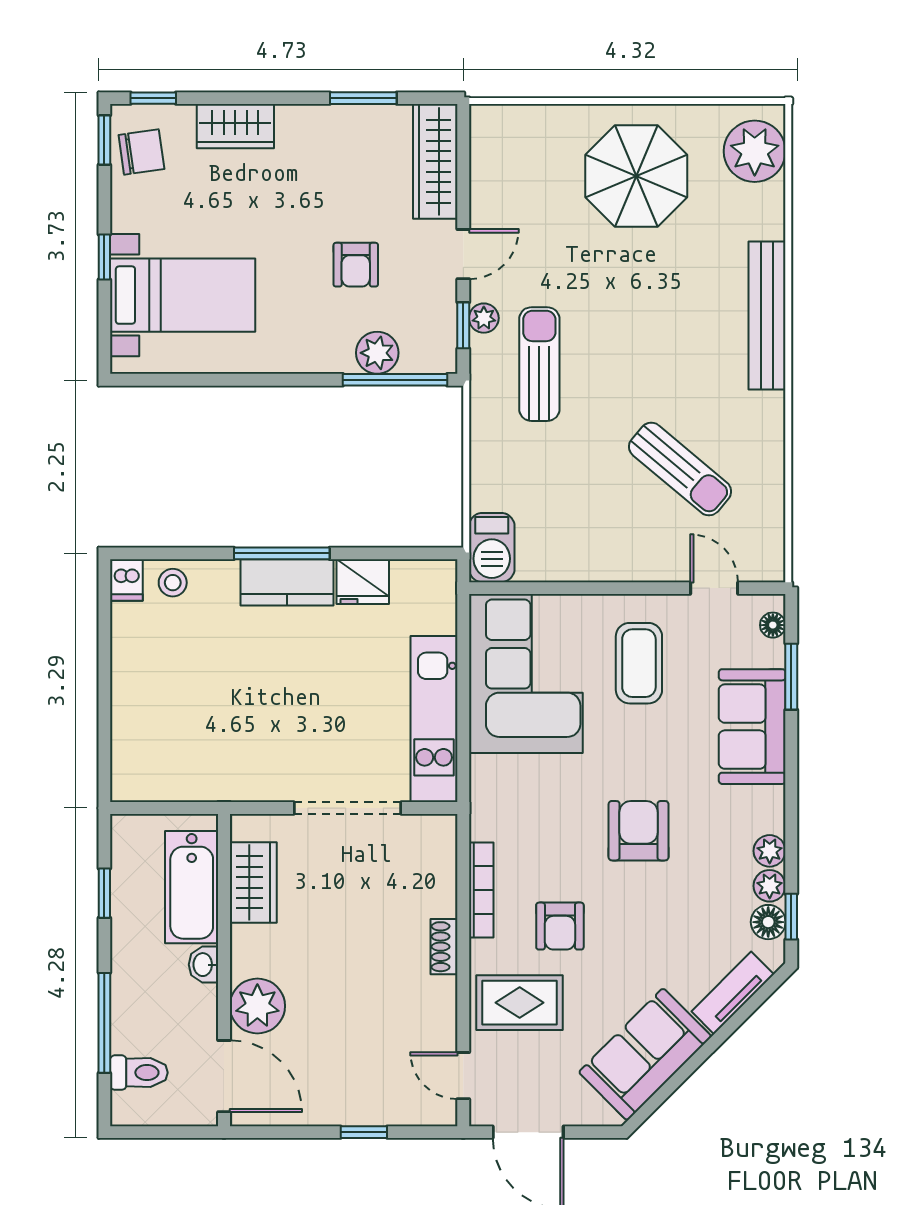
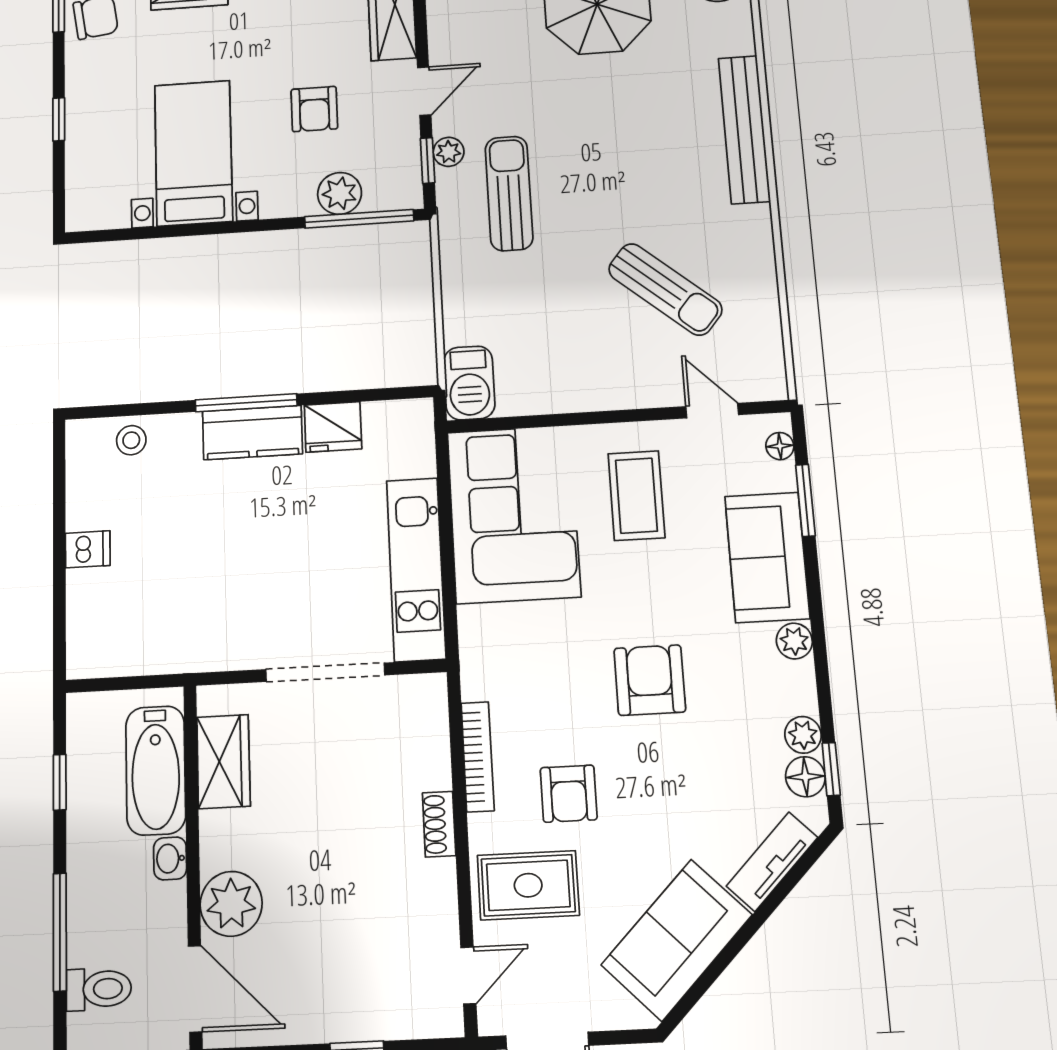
bed with nightstands: (183, 295) -> (193, 153), moved, turned -90
dishwasher: (126, 580) -> (88, 549), moved, turned -90
plant: (770, 851) -> (794, 641), moved
door: (463, 1076) -> (468, 975), swing flipped

